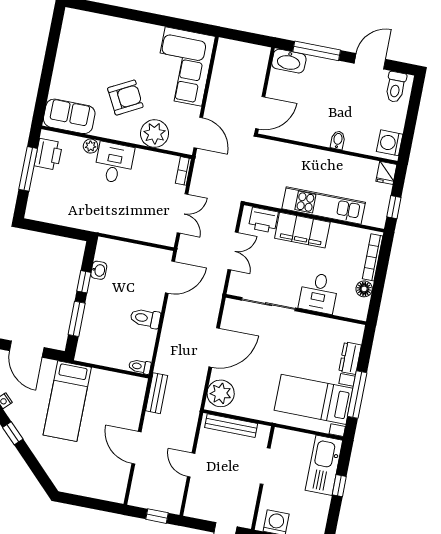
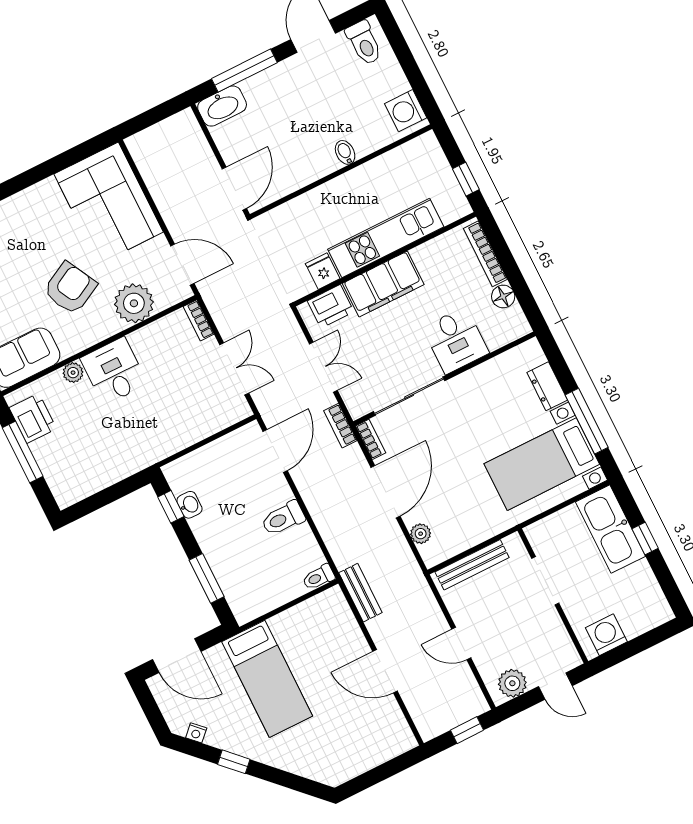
fridge: (386, 173) -> (323, 271), moved, turned 180
window: (84, 282) -> (171, 507), moved
bookcase: (217, 291) -> (340, 426), added
bookcase: (228, 312) -> (371, 439), added
plant: (221, 393) -> (421, 534), width x0.53, depth x0.53
plant: (203, 509) -> (512, 683), added

